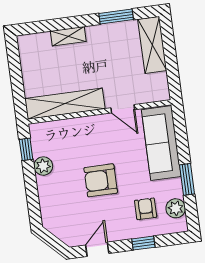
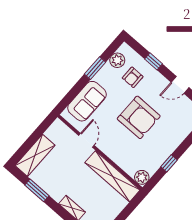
sofa: (161, 143) -> (87, 101), width x0.73
window: (26, 149) -> (169, 163), moved
plant: (43, 166) -> (142, 177), moved
armchair: (101, 180) -> (139, 117), width x1.36, depth x1.36

